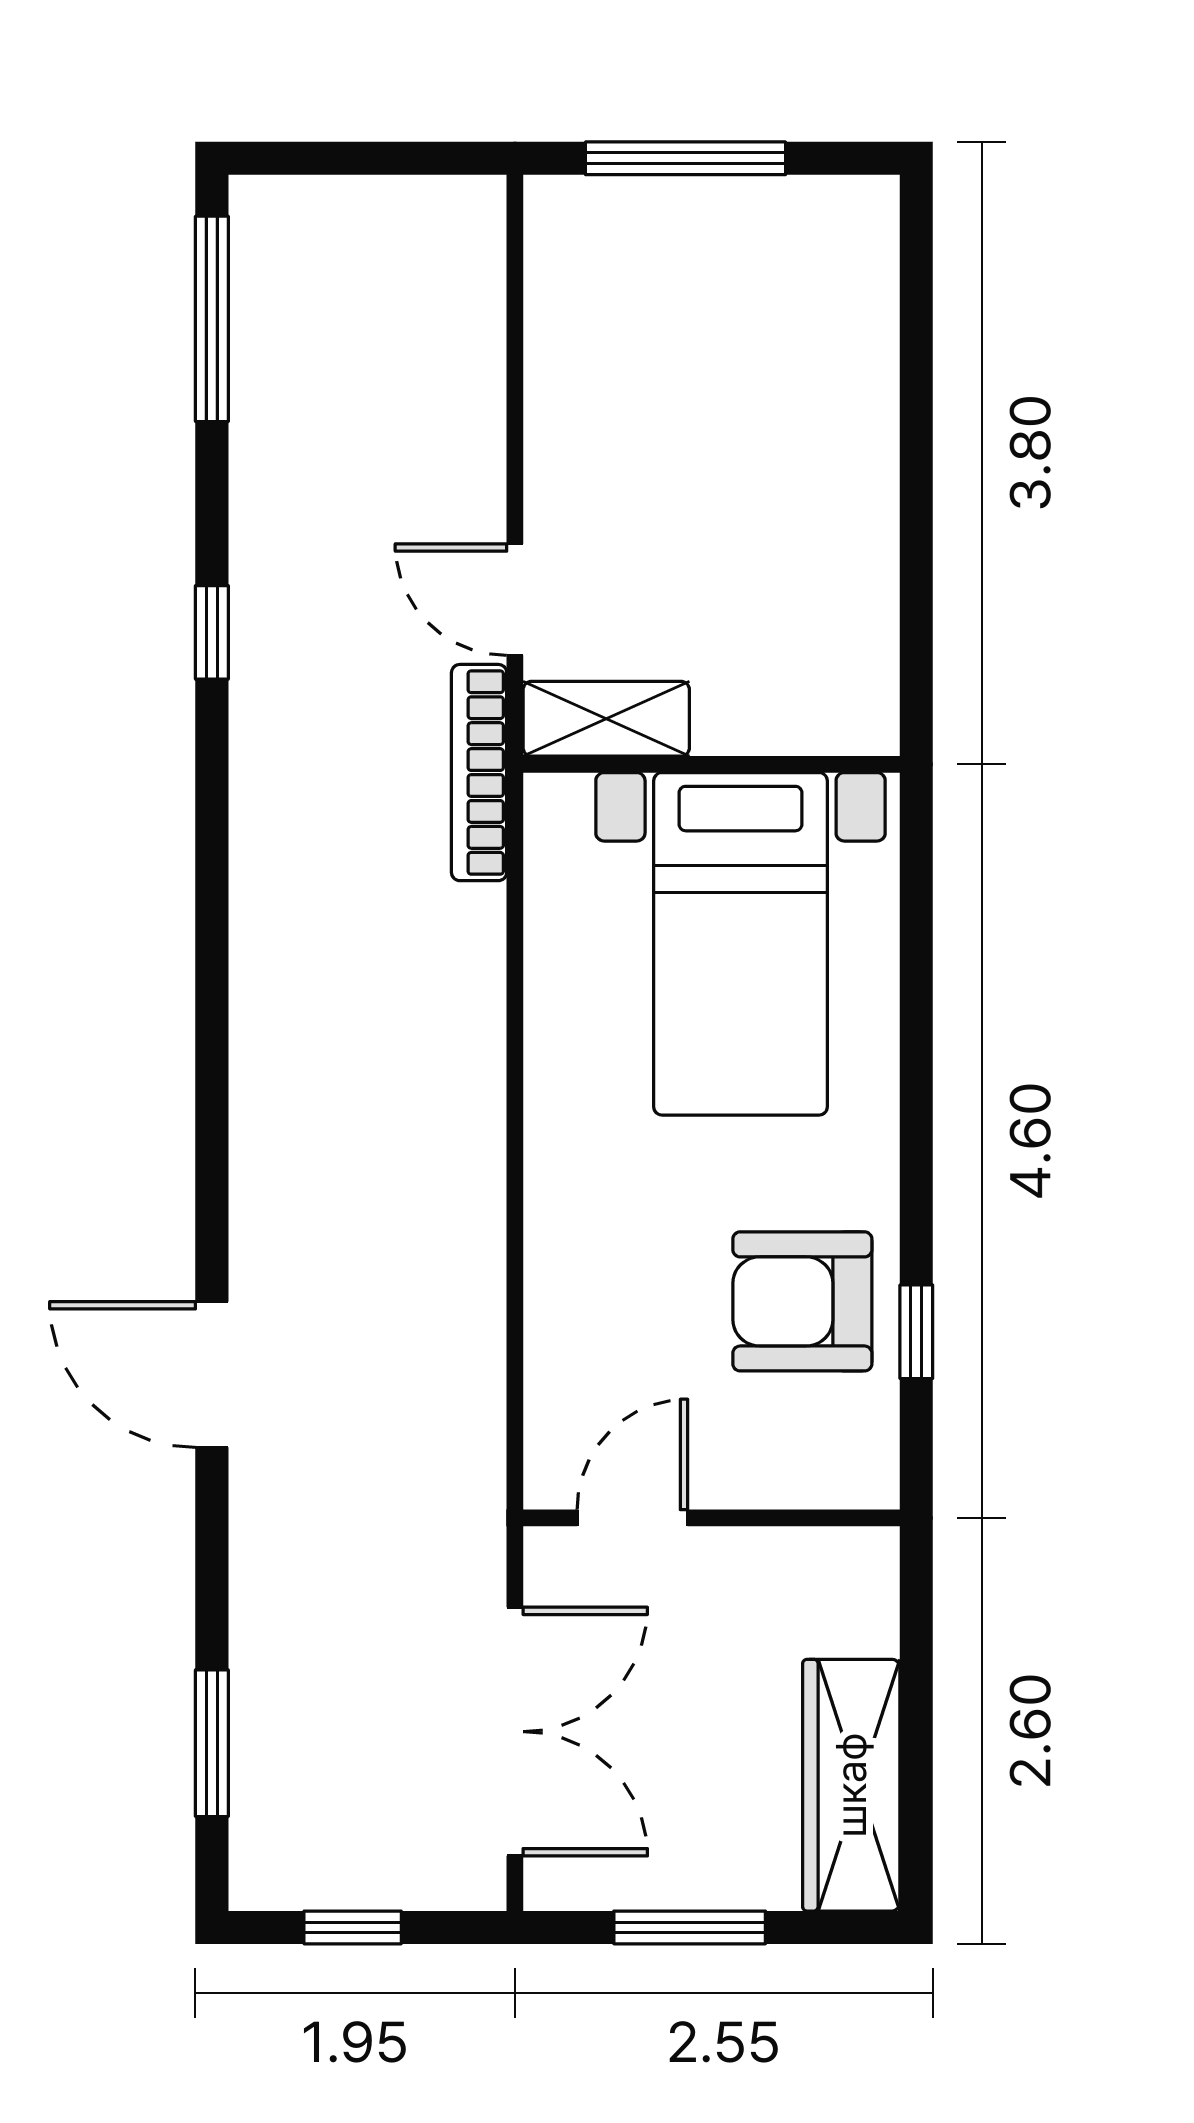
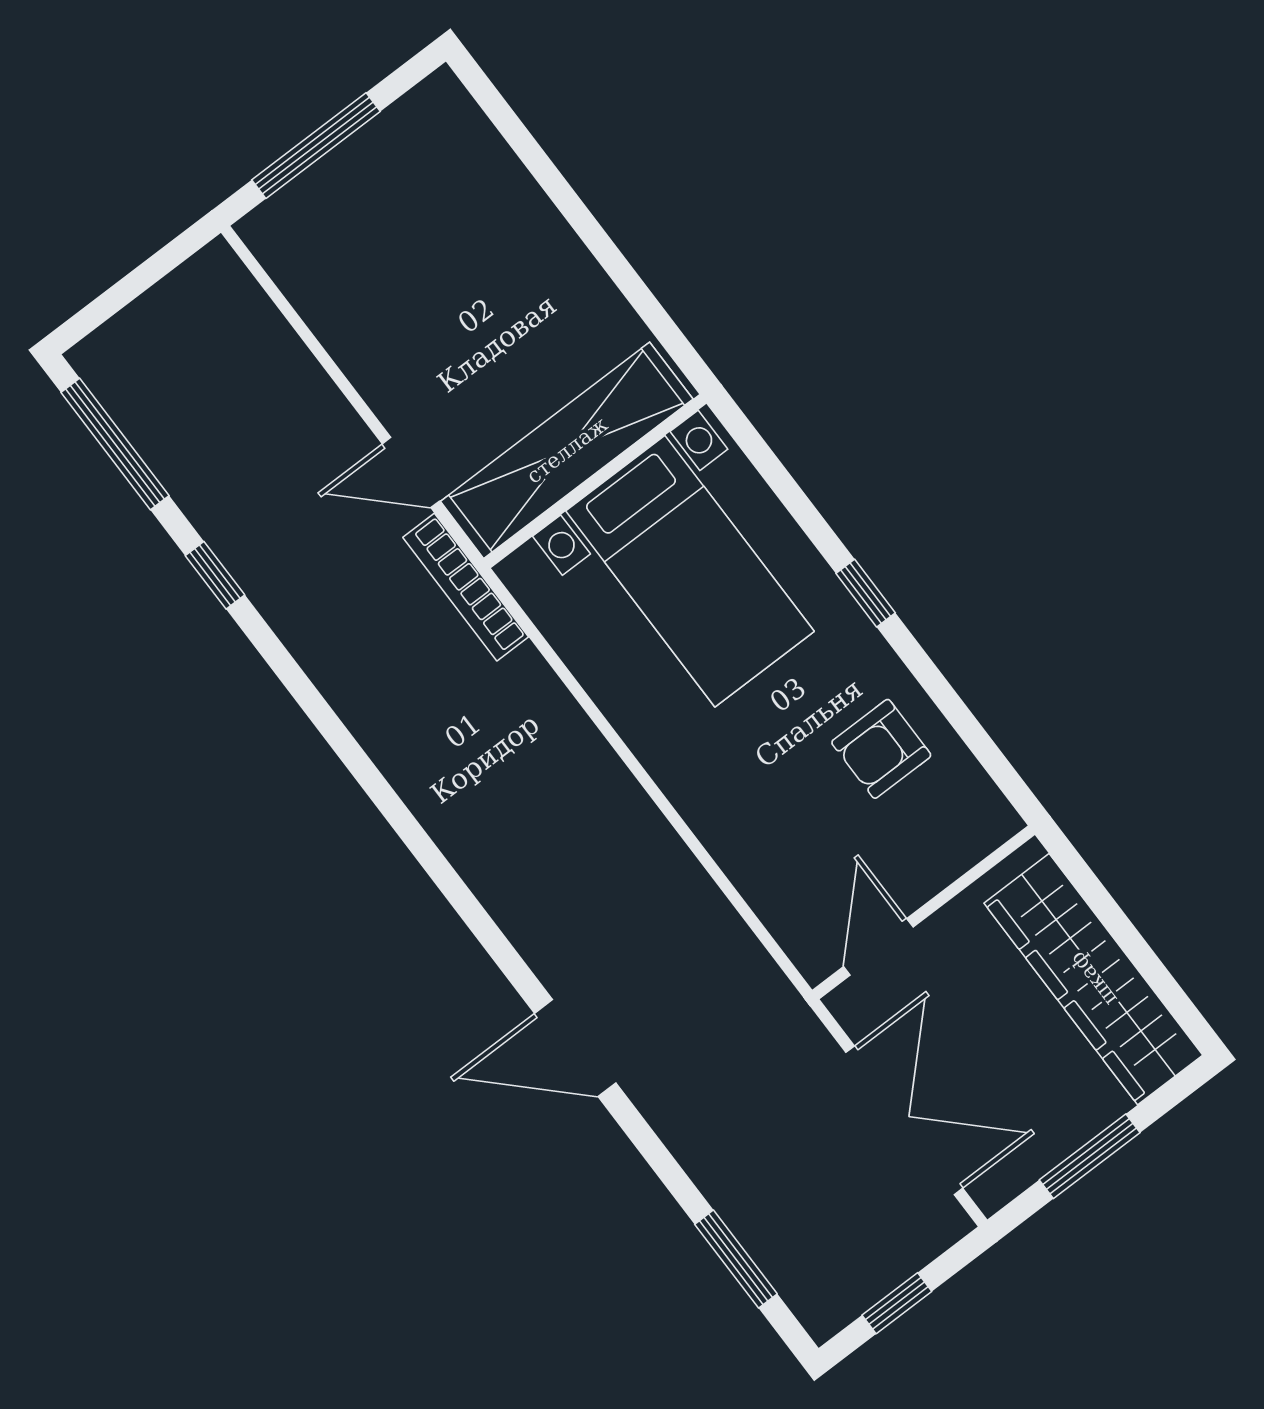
window: (212, 632) -> (215, 575), moved
shelving: (606, 719) -> (567, 450), width x2.20, depth x1.33
armchair: (802, 1301) -> (881, 749), width x0.72, depth x0.72
window: (916, 1332) -> (866, 593), moved
wardrobe: (851, 1785) -> (1093, 979), width x1.40, depth x1.17

